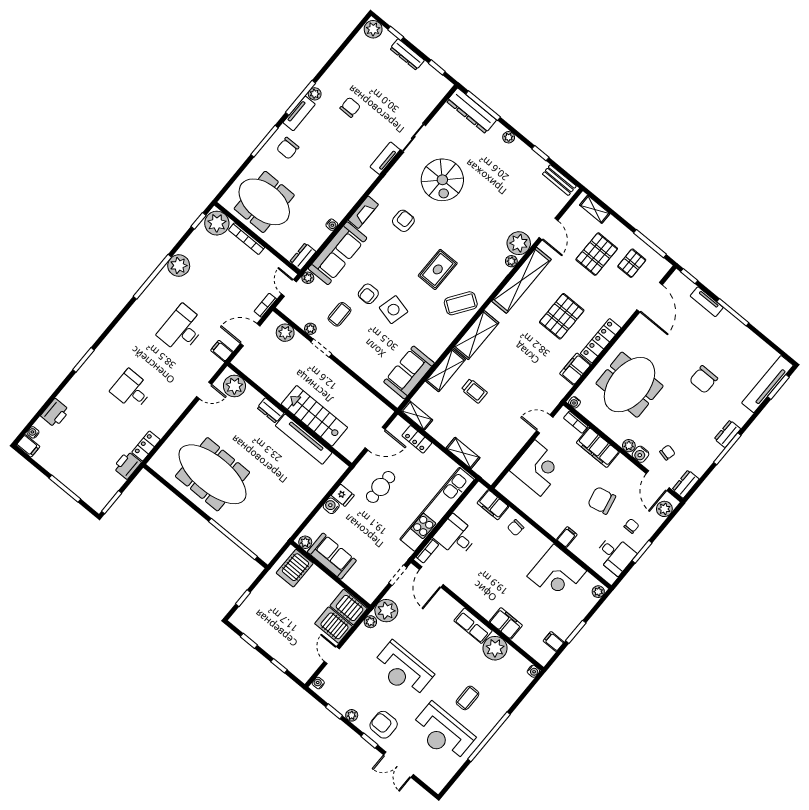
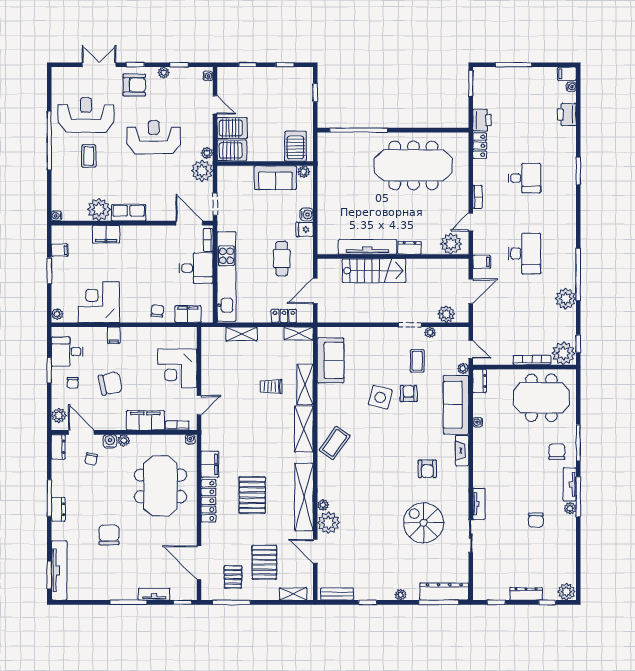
rug: (438, 269) -> (372, 454), removed
bookcase: (265, 305) -> (478, 197), moved

